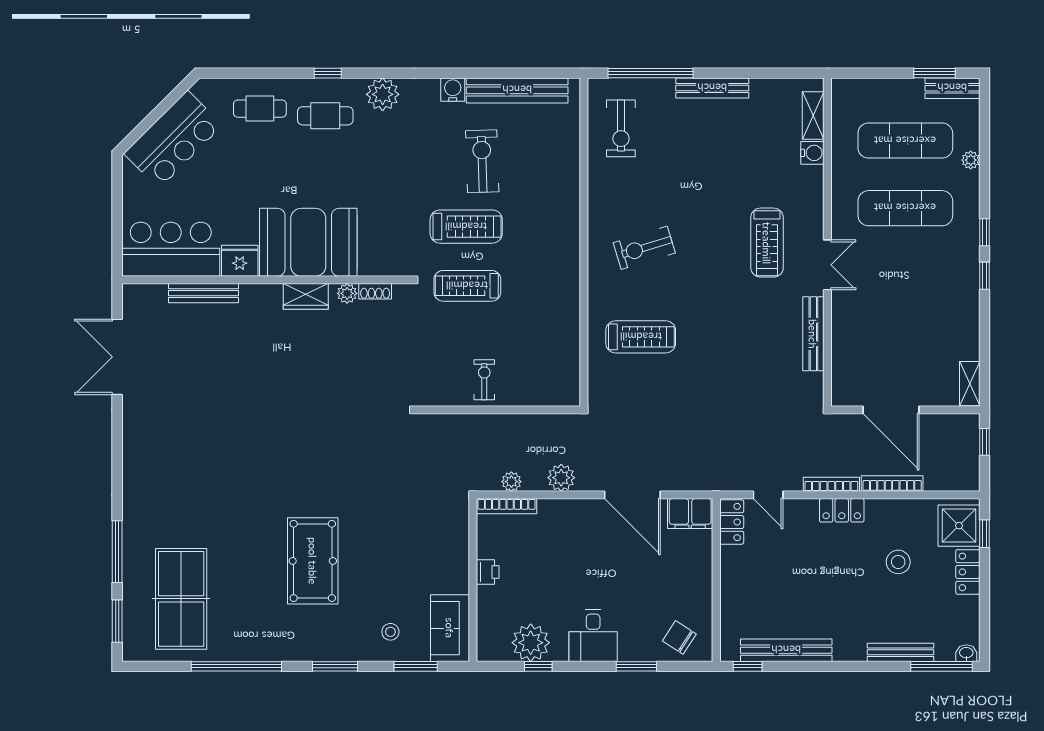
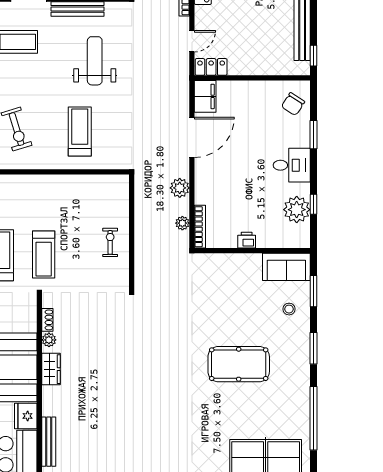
weight bench: (740, 358) -> (95, 61), added
exercise bike: (484, 380) -> (110, 242), turned 90

